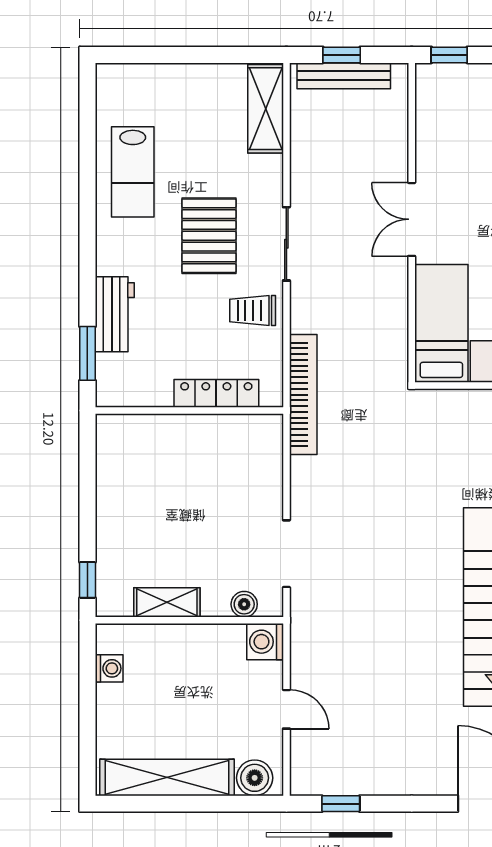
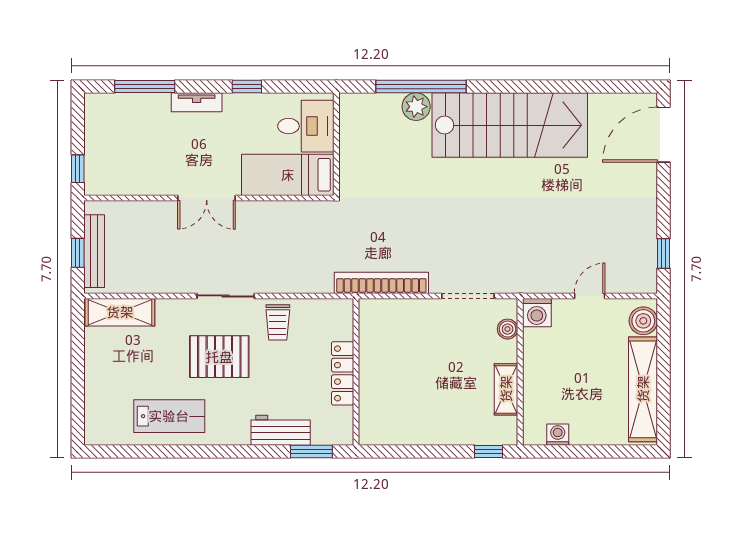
locker: (216, 393) -> (343, 373), moved
bookcase: (303, 395) -> (381, 283), moved

